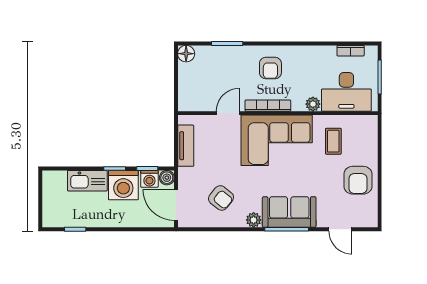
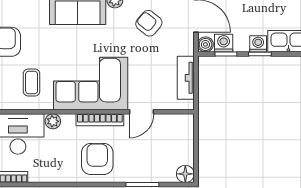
armchair: (270, 68) -> (97, 159), width x1.38, depth x1.38
washing machine: (123, 185) -> (258, 44), width x0.53, depth x0.53

